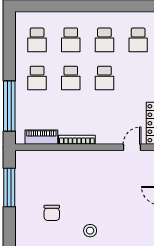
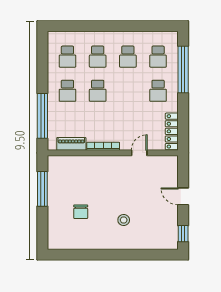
school desk: (104, 78) -> (158, 91), moved
door: (132, 147) -> (139, 153), moved
stool: (90, 231) -> (124, 220), moved

